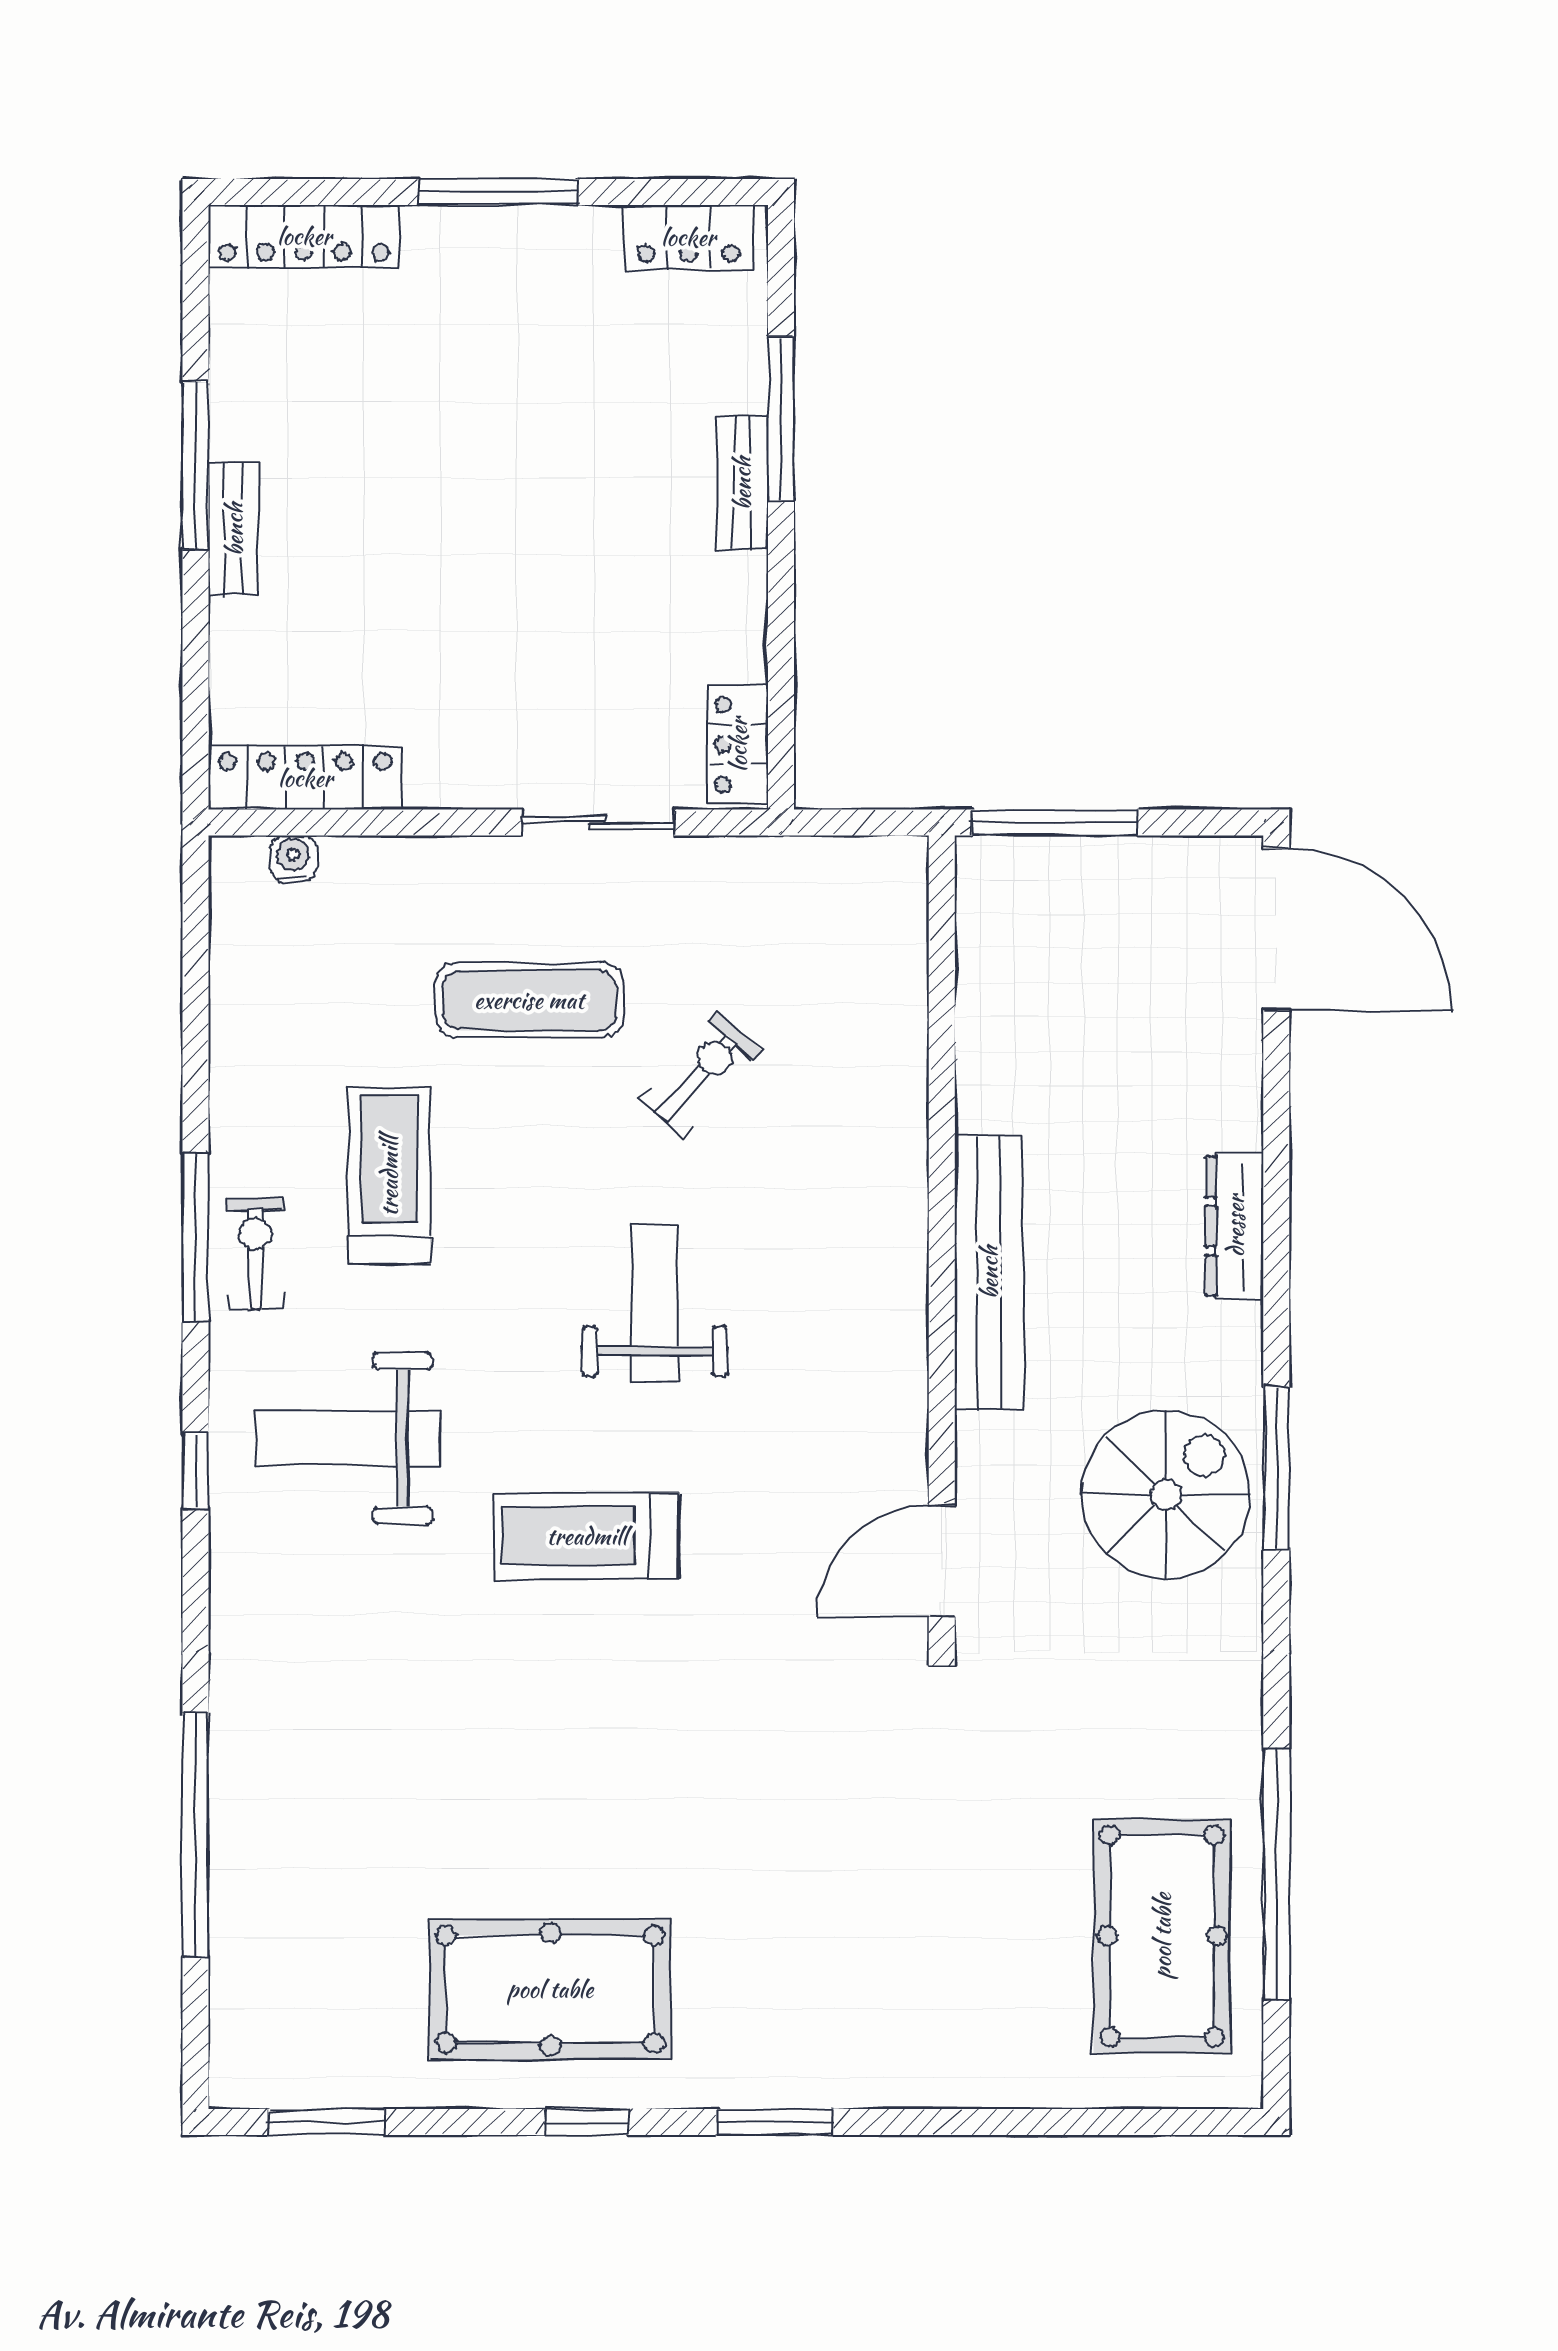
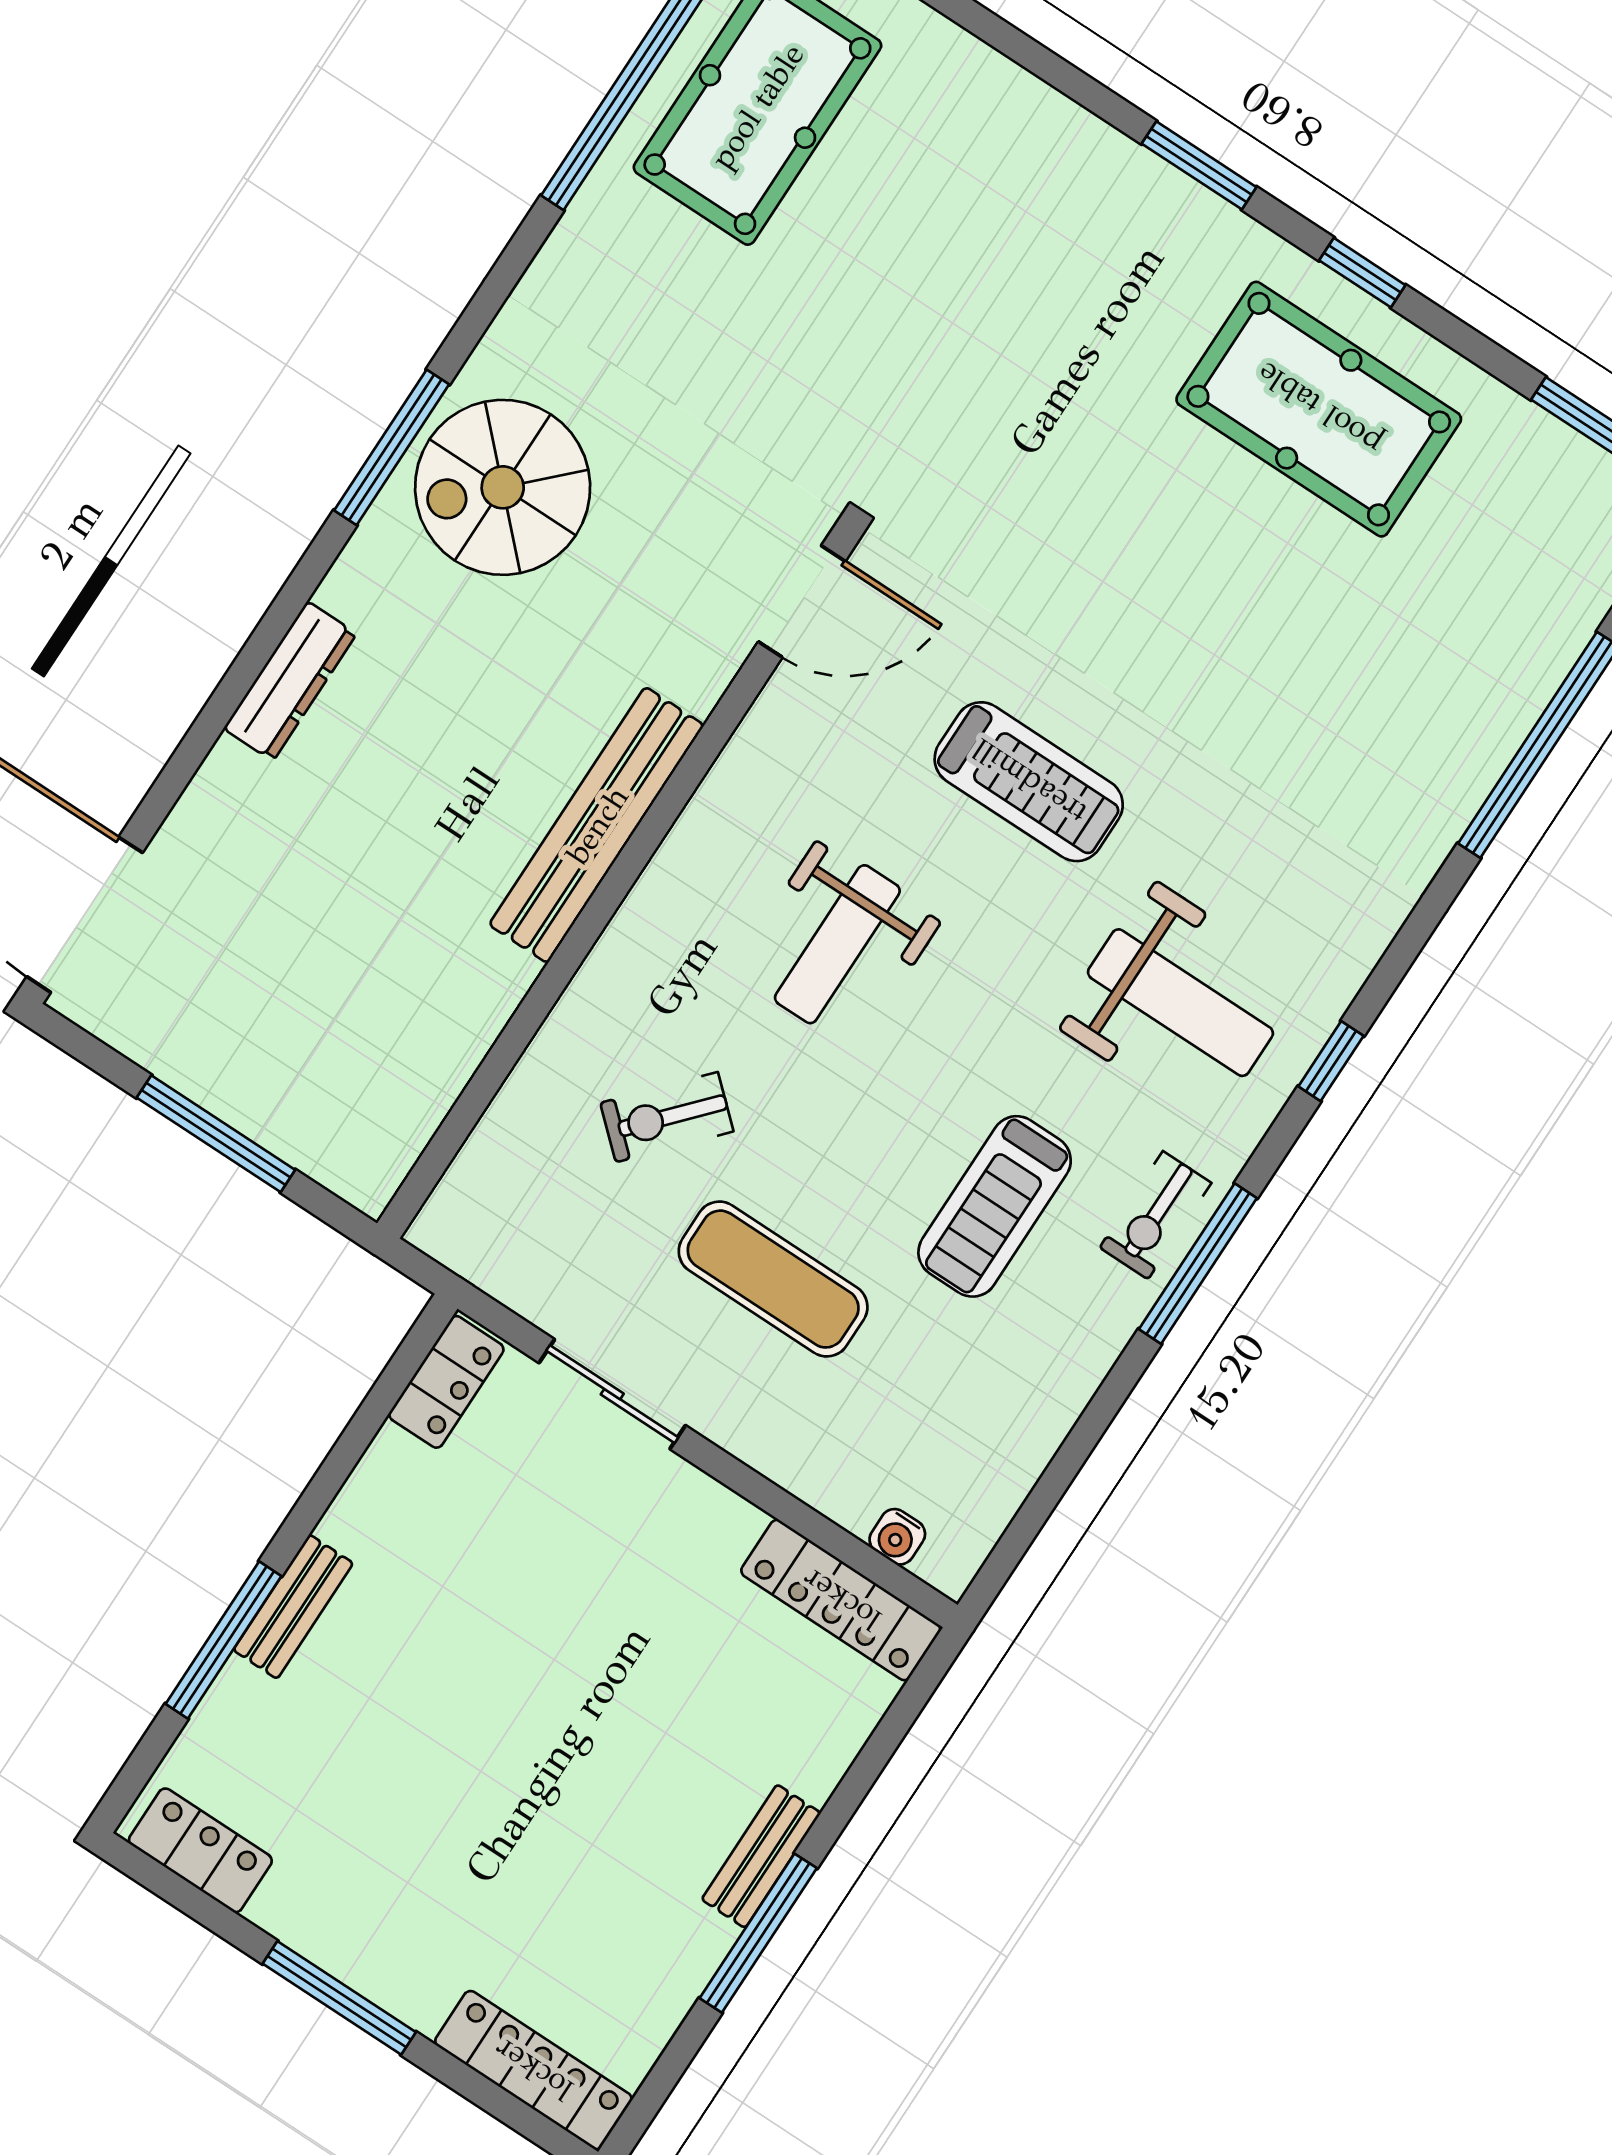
wall: (942, 1237) -> (617, 882), moved
bench: (989, 1272) -> (597, 825), moved
door: (942, 1561) -> (802, 601), moved

